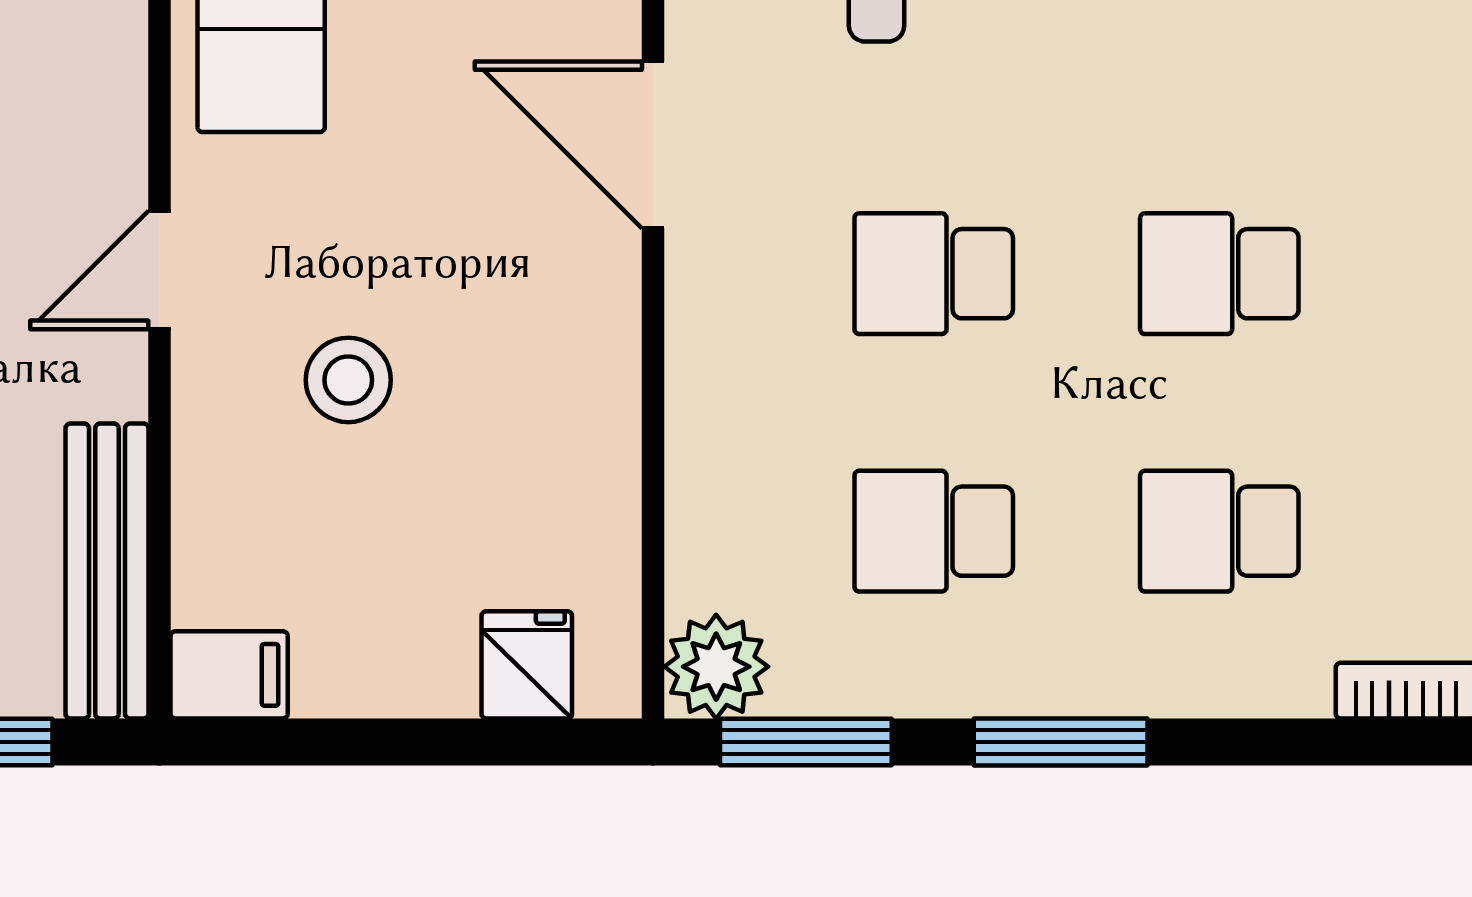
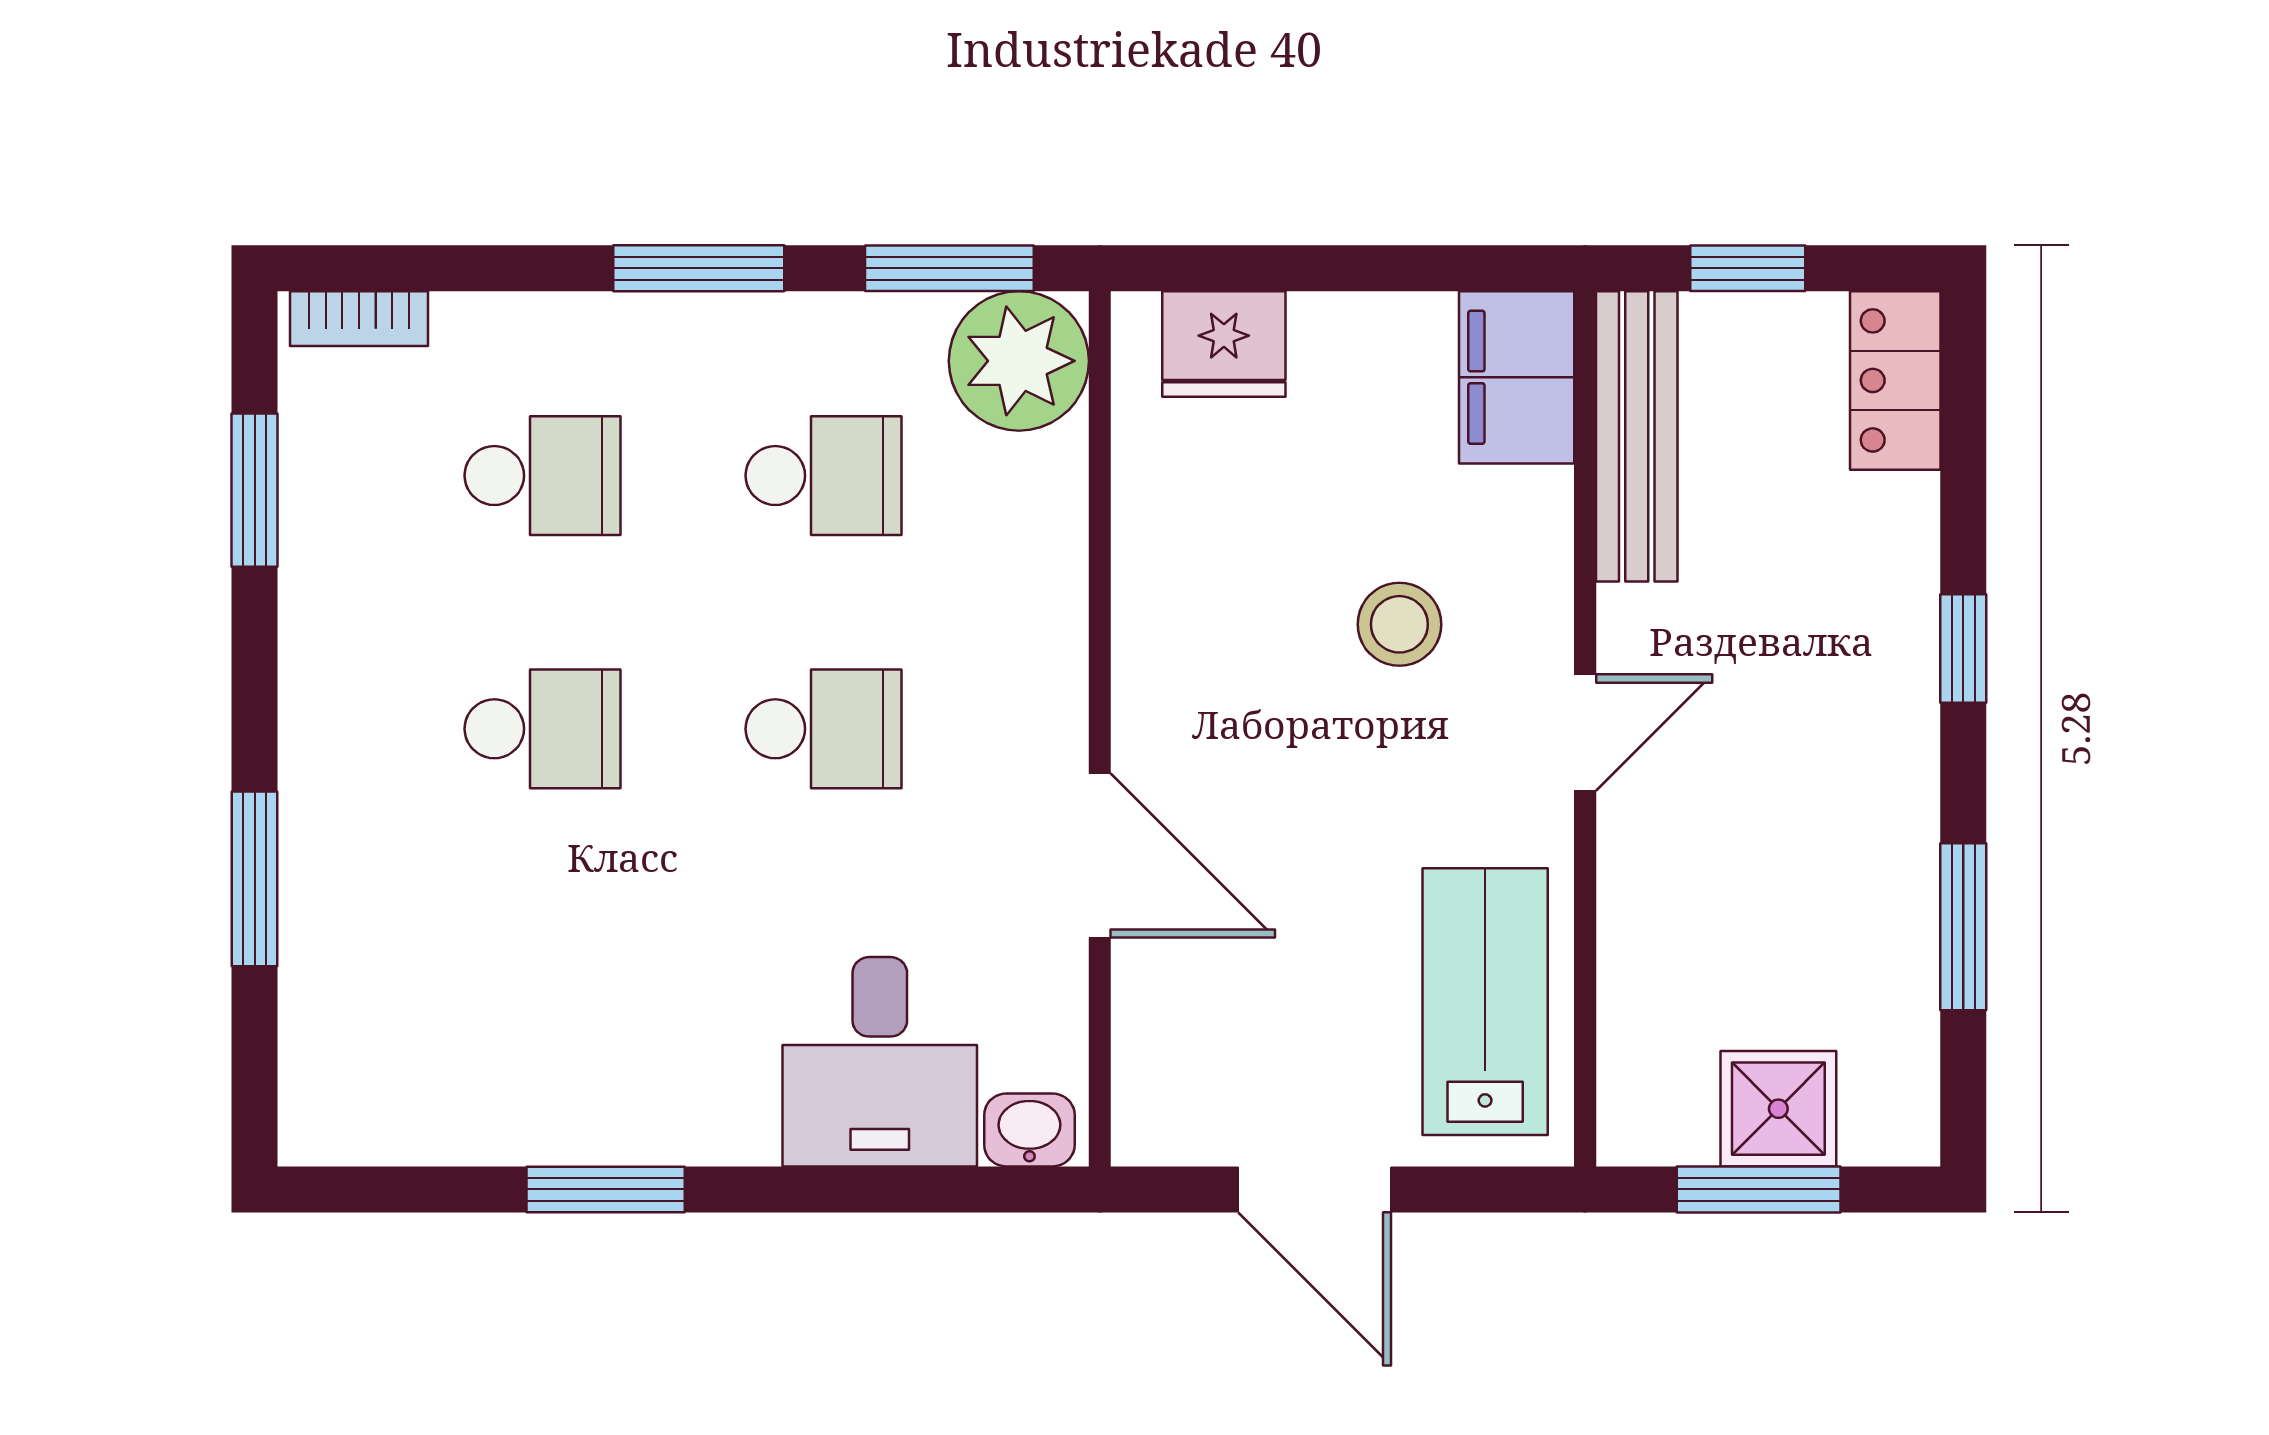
fridge: (527, 665) -> (1224, 344), width x1.38
plant: (716, 667) -> (1019, 361), width x1.36, depth x1.36
filing cabinet: (229, 675) -> (1517, 377), width x2.00

